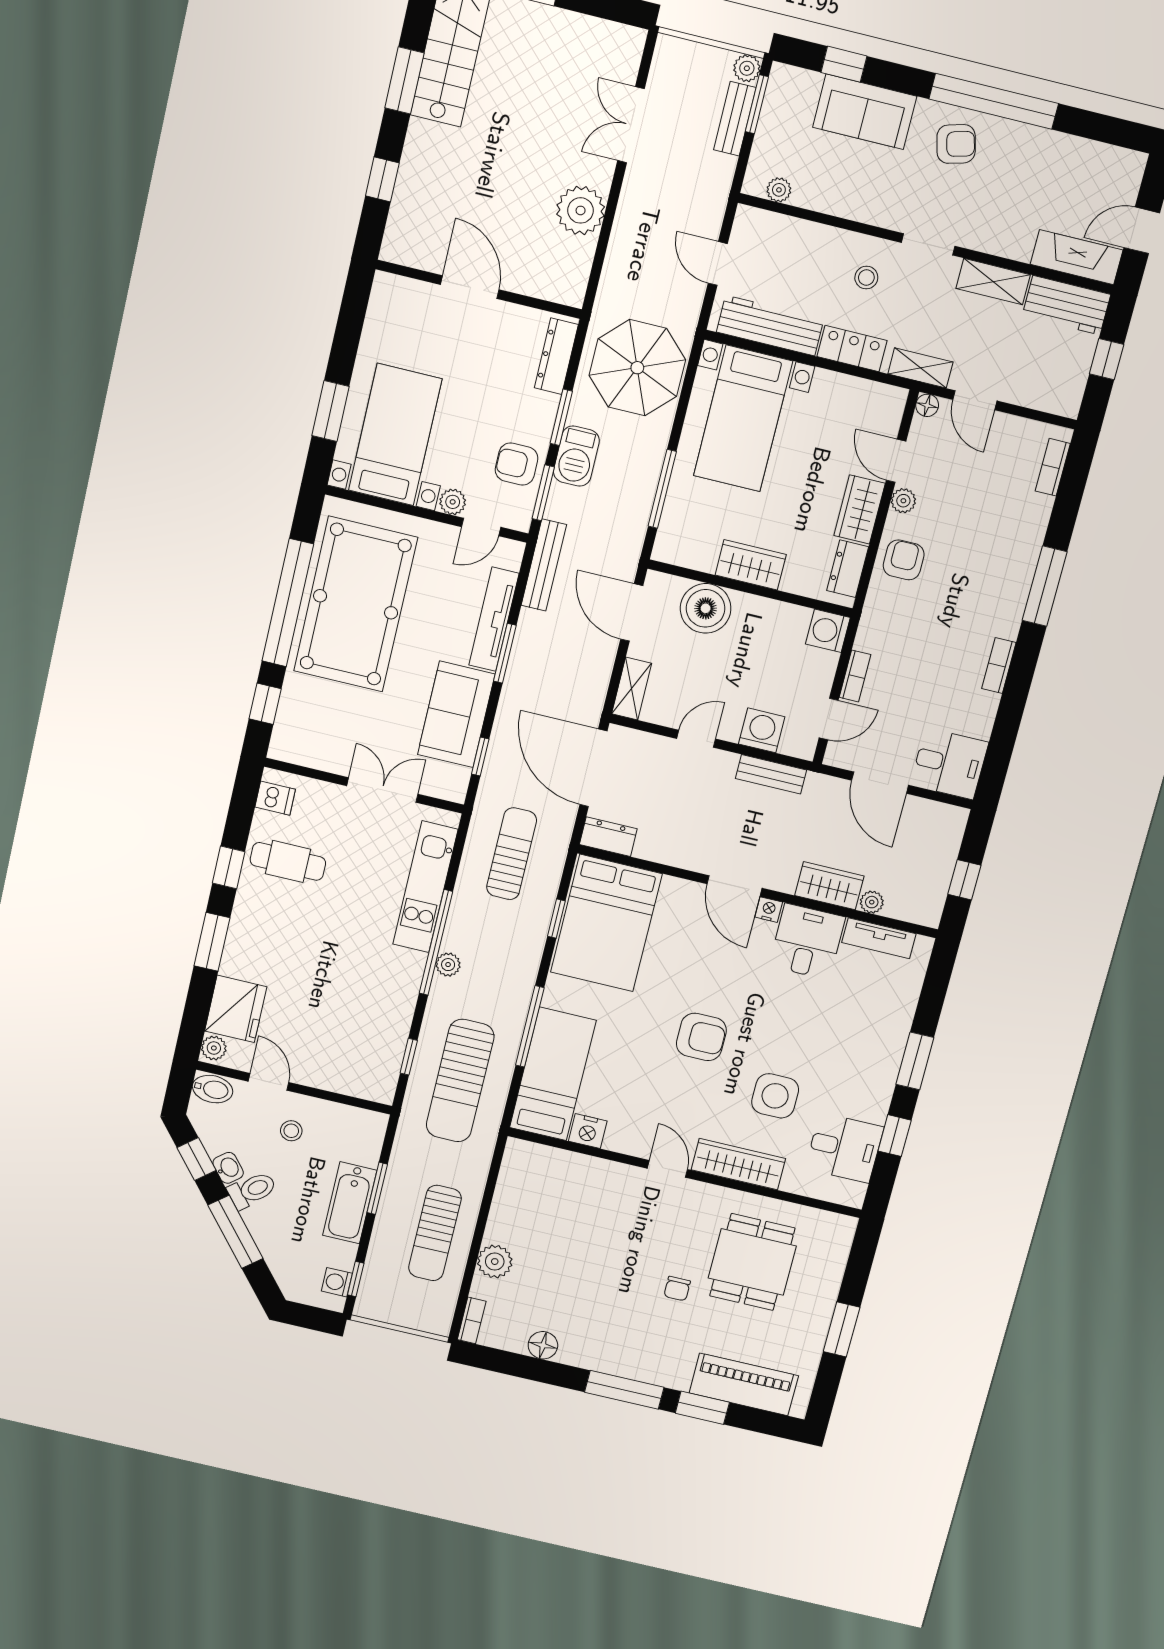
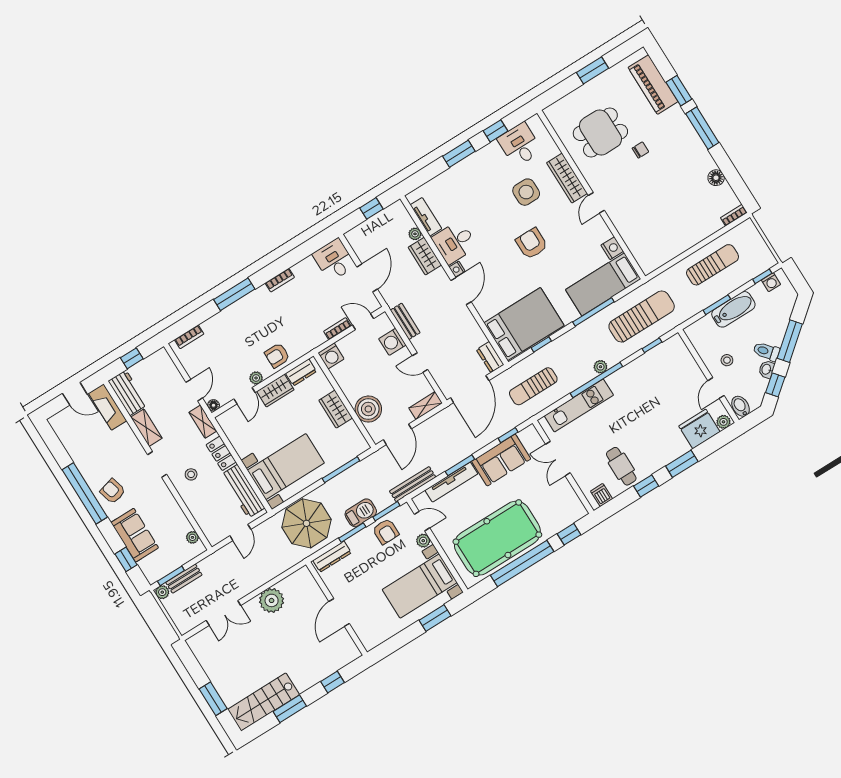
plant: (495, 1262) -> (701, 230), removed

